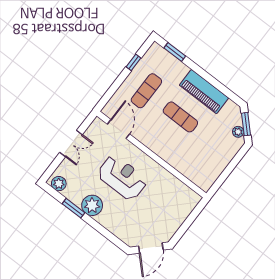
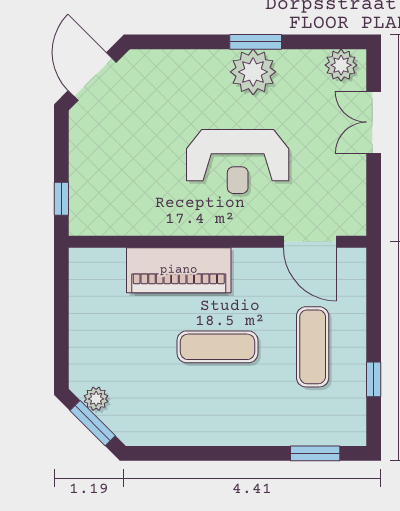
piano: (204, 92) -> (179, 270), moved, turned 180
double door: (71, 144) -> (374, 122), moved
window: (74, 208) -> (256, 42), moved
window: (195, 213) -> (61, 199), added

